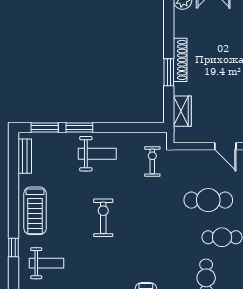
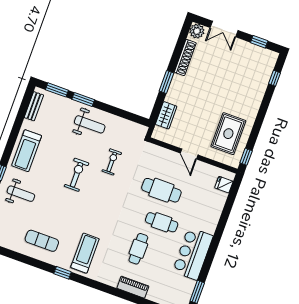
shoe rack: (180, 60) -> (185, 58), moved
exercise bike: (152, 161) -> (112, 162), moved

